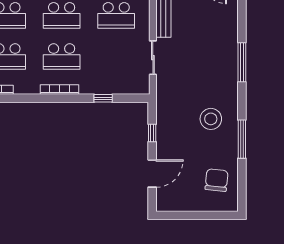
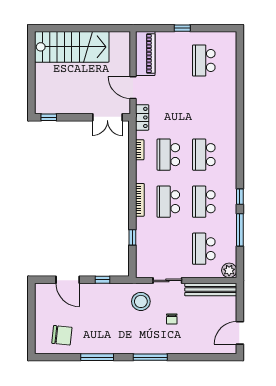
chair: (198, 53) -> (172, 319), added
window: (242, 62) -> (150, 357), moved
stool: (211, 119) -> (141, 301), moved

